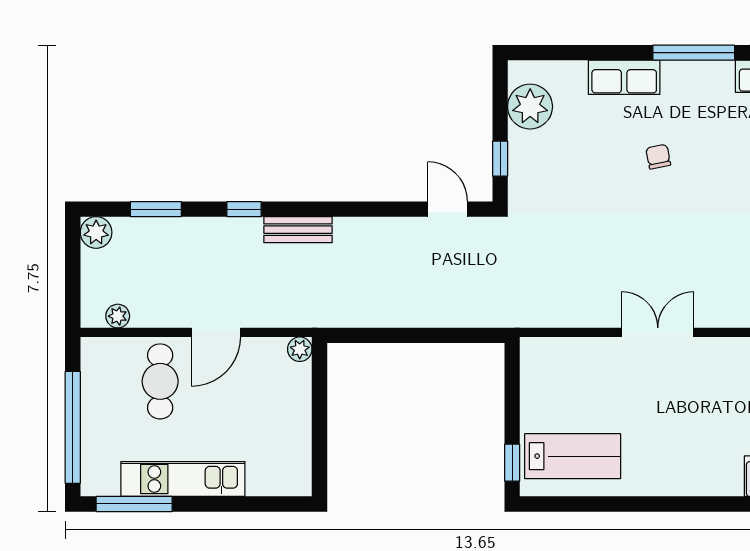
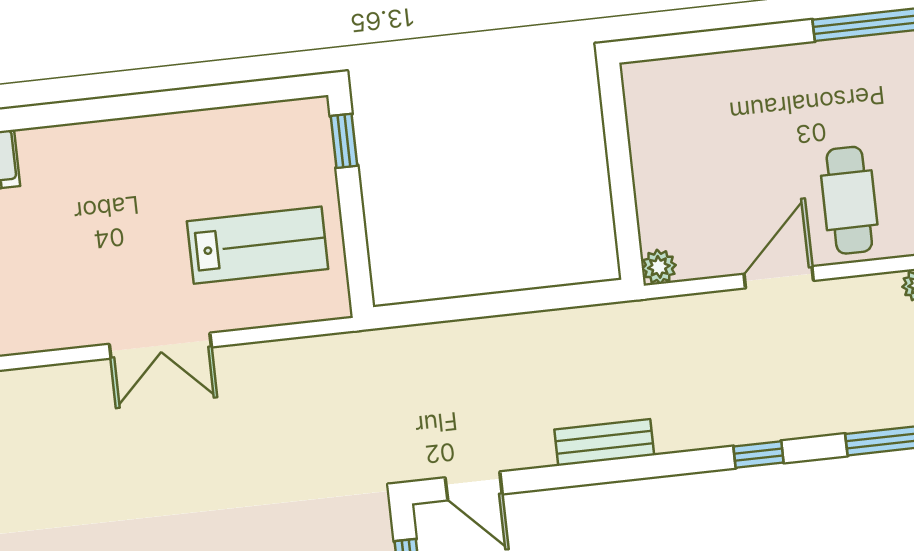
bench: (298, 230) -> (604, 442), moved
lab bench: (573, 456) -> (258, 245), moved, turned 180
kitchen unit: (183, 479) -> (802, 67), removed

